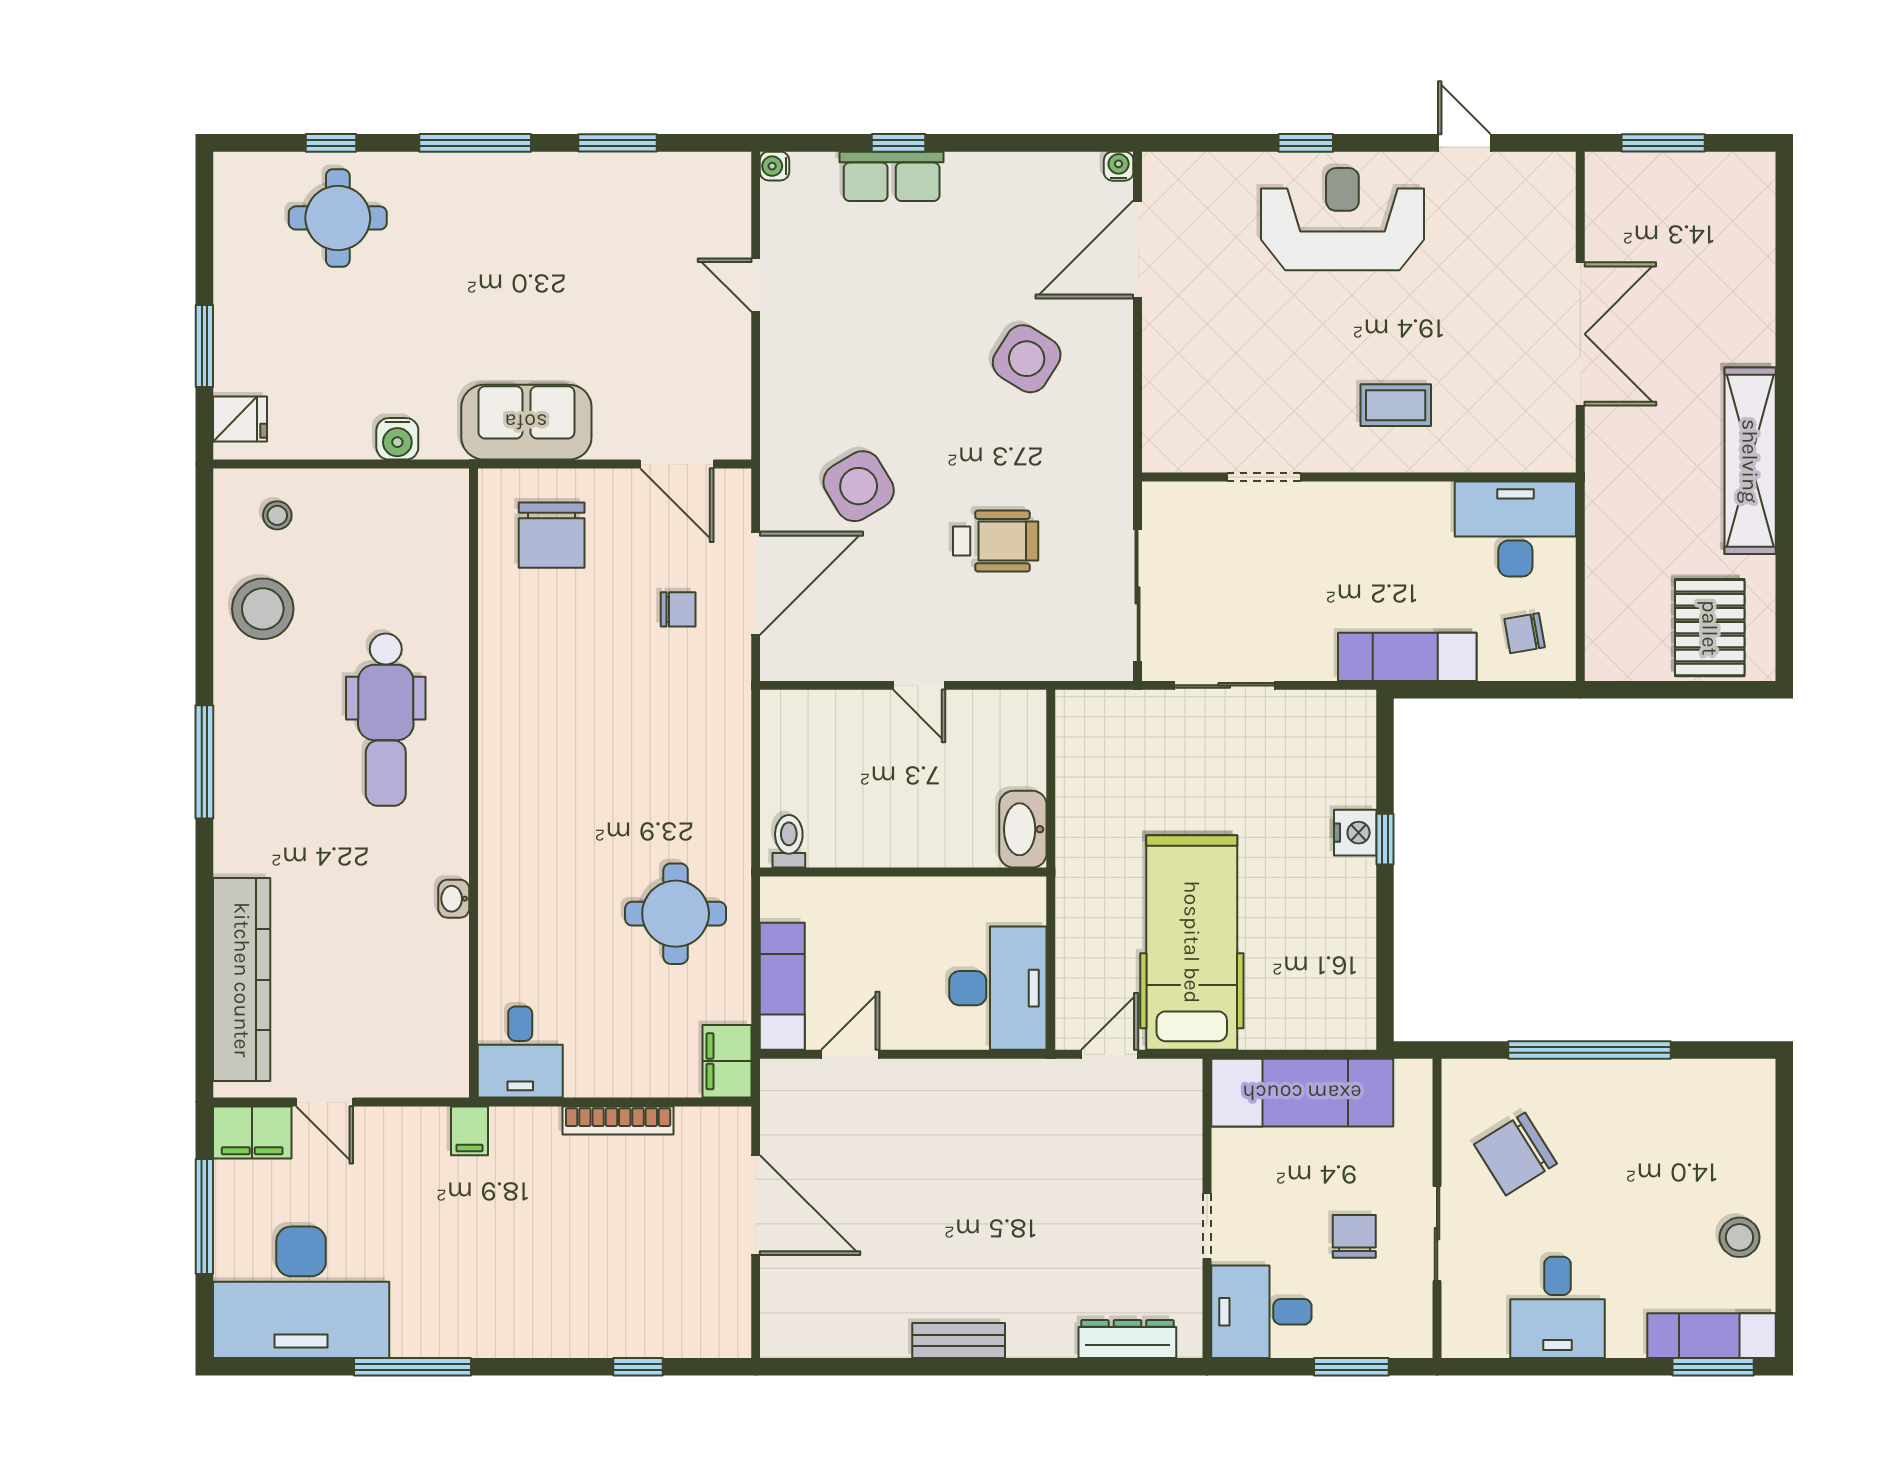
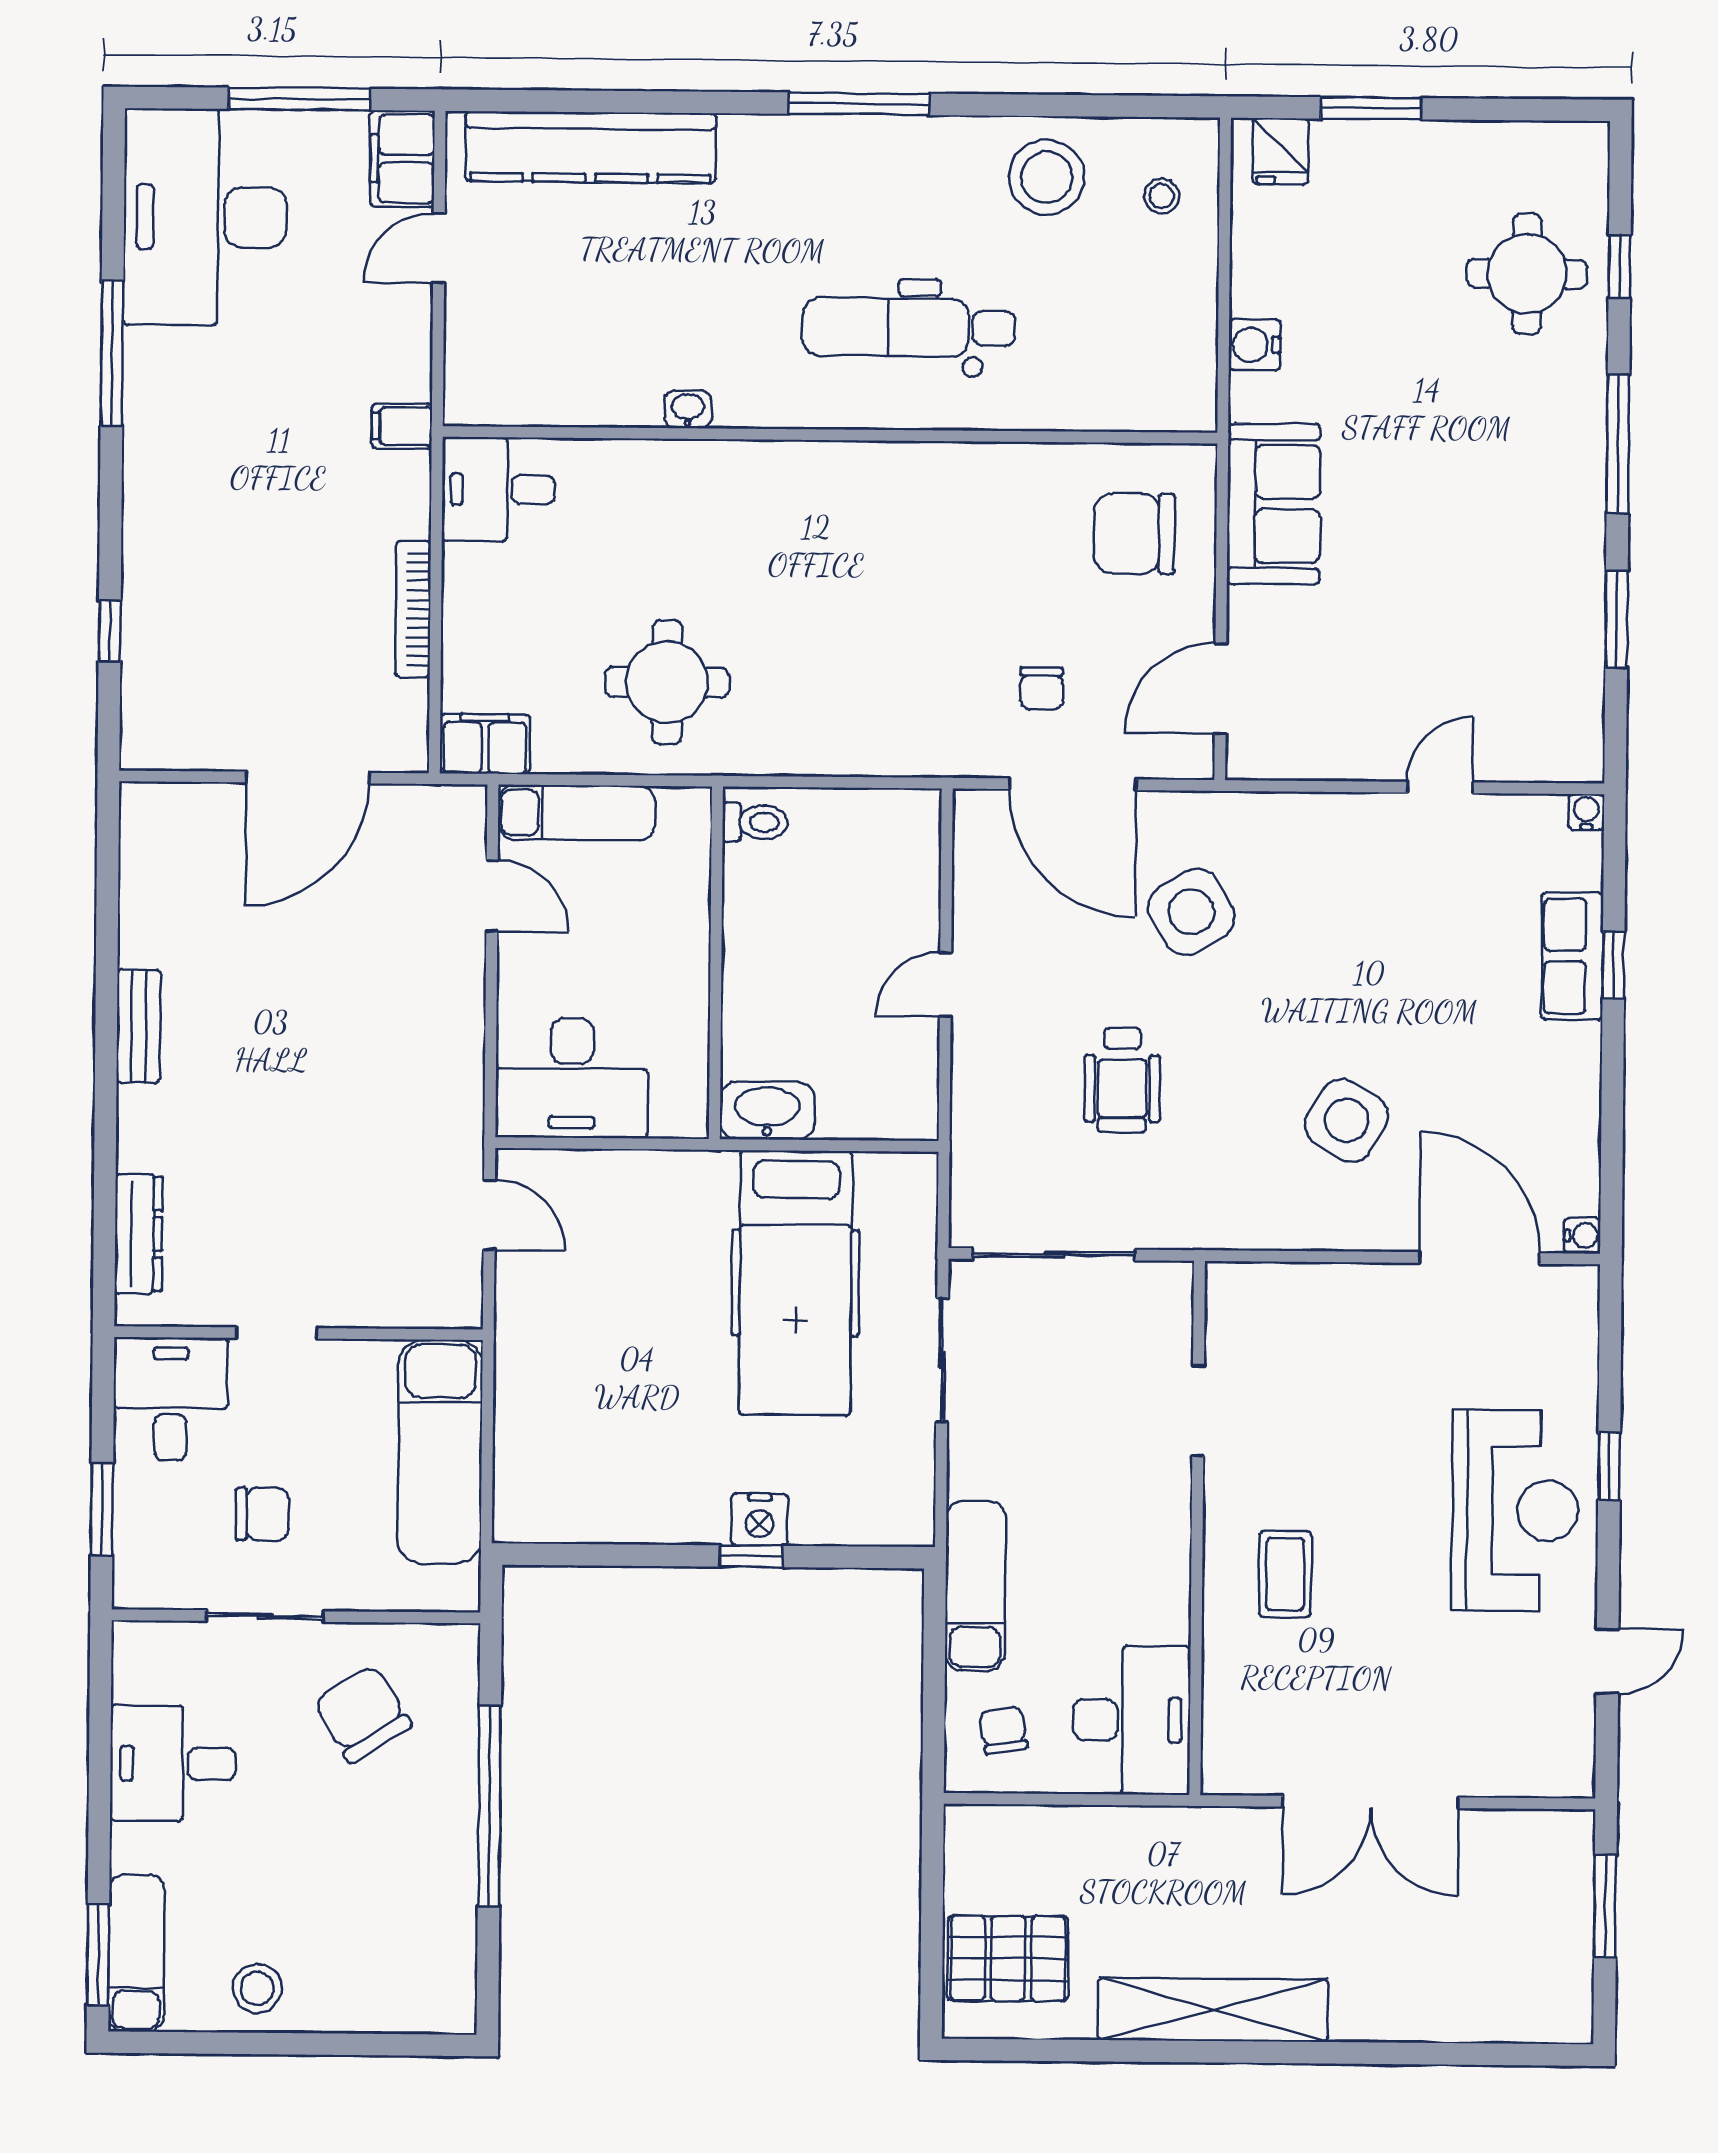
hospital bed: (1192, 942) -> (796, 1283), moved, turned 90

